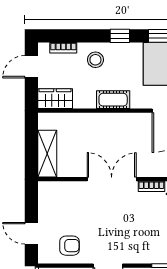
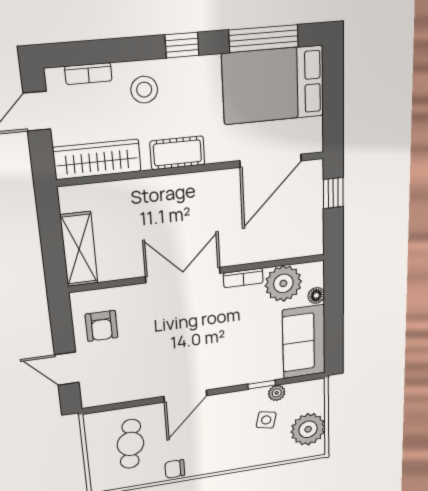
wardrobe: (55, 99) -> (97, 159), width x1.50
armchair: (69, 246) -> (102, 326), moved, turned 90

